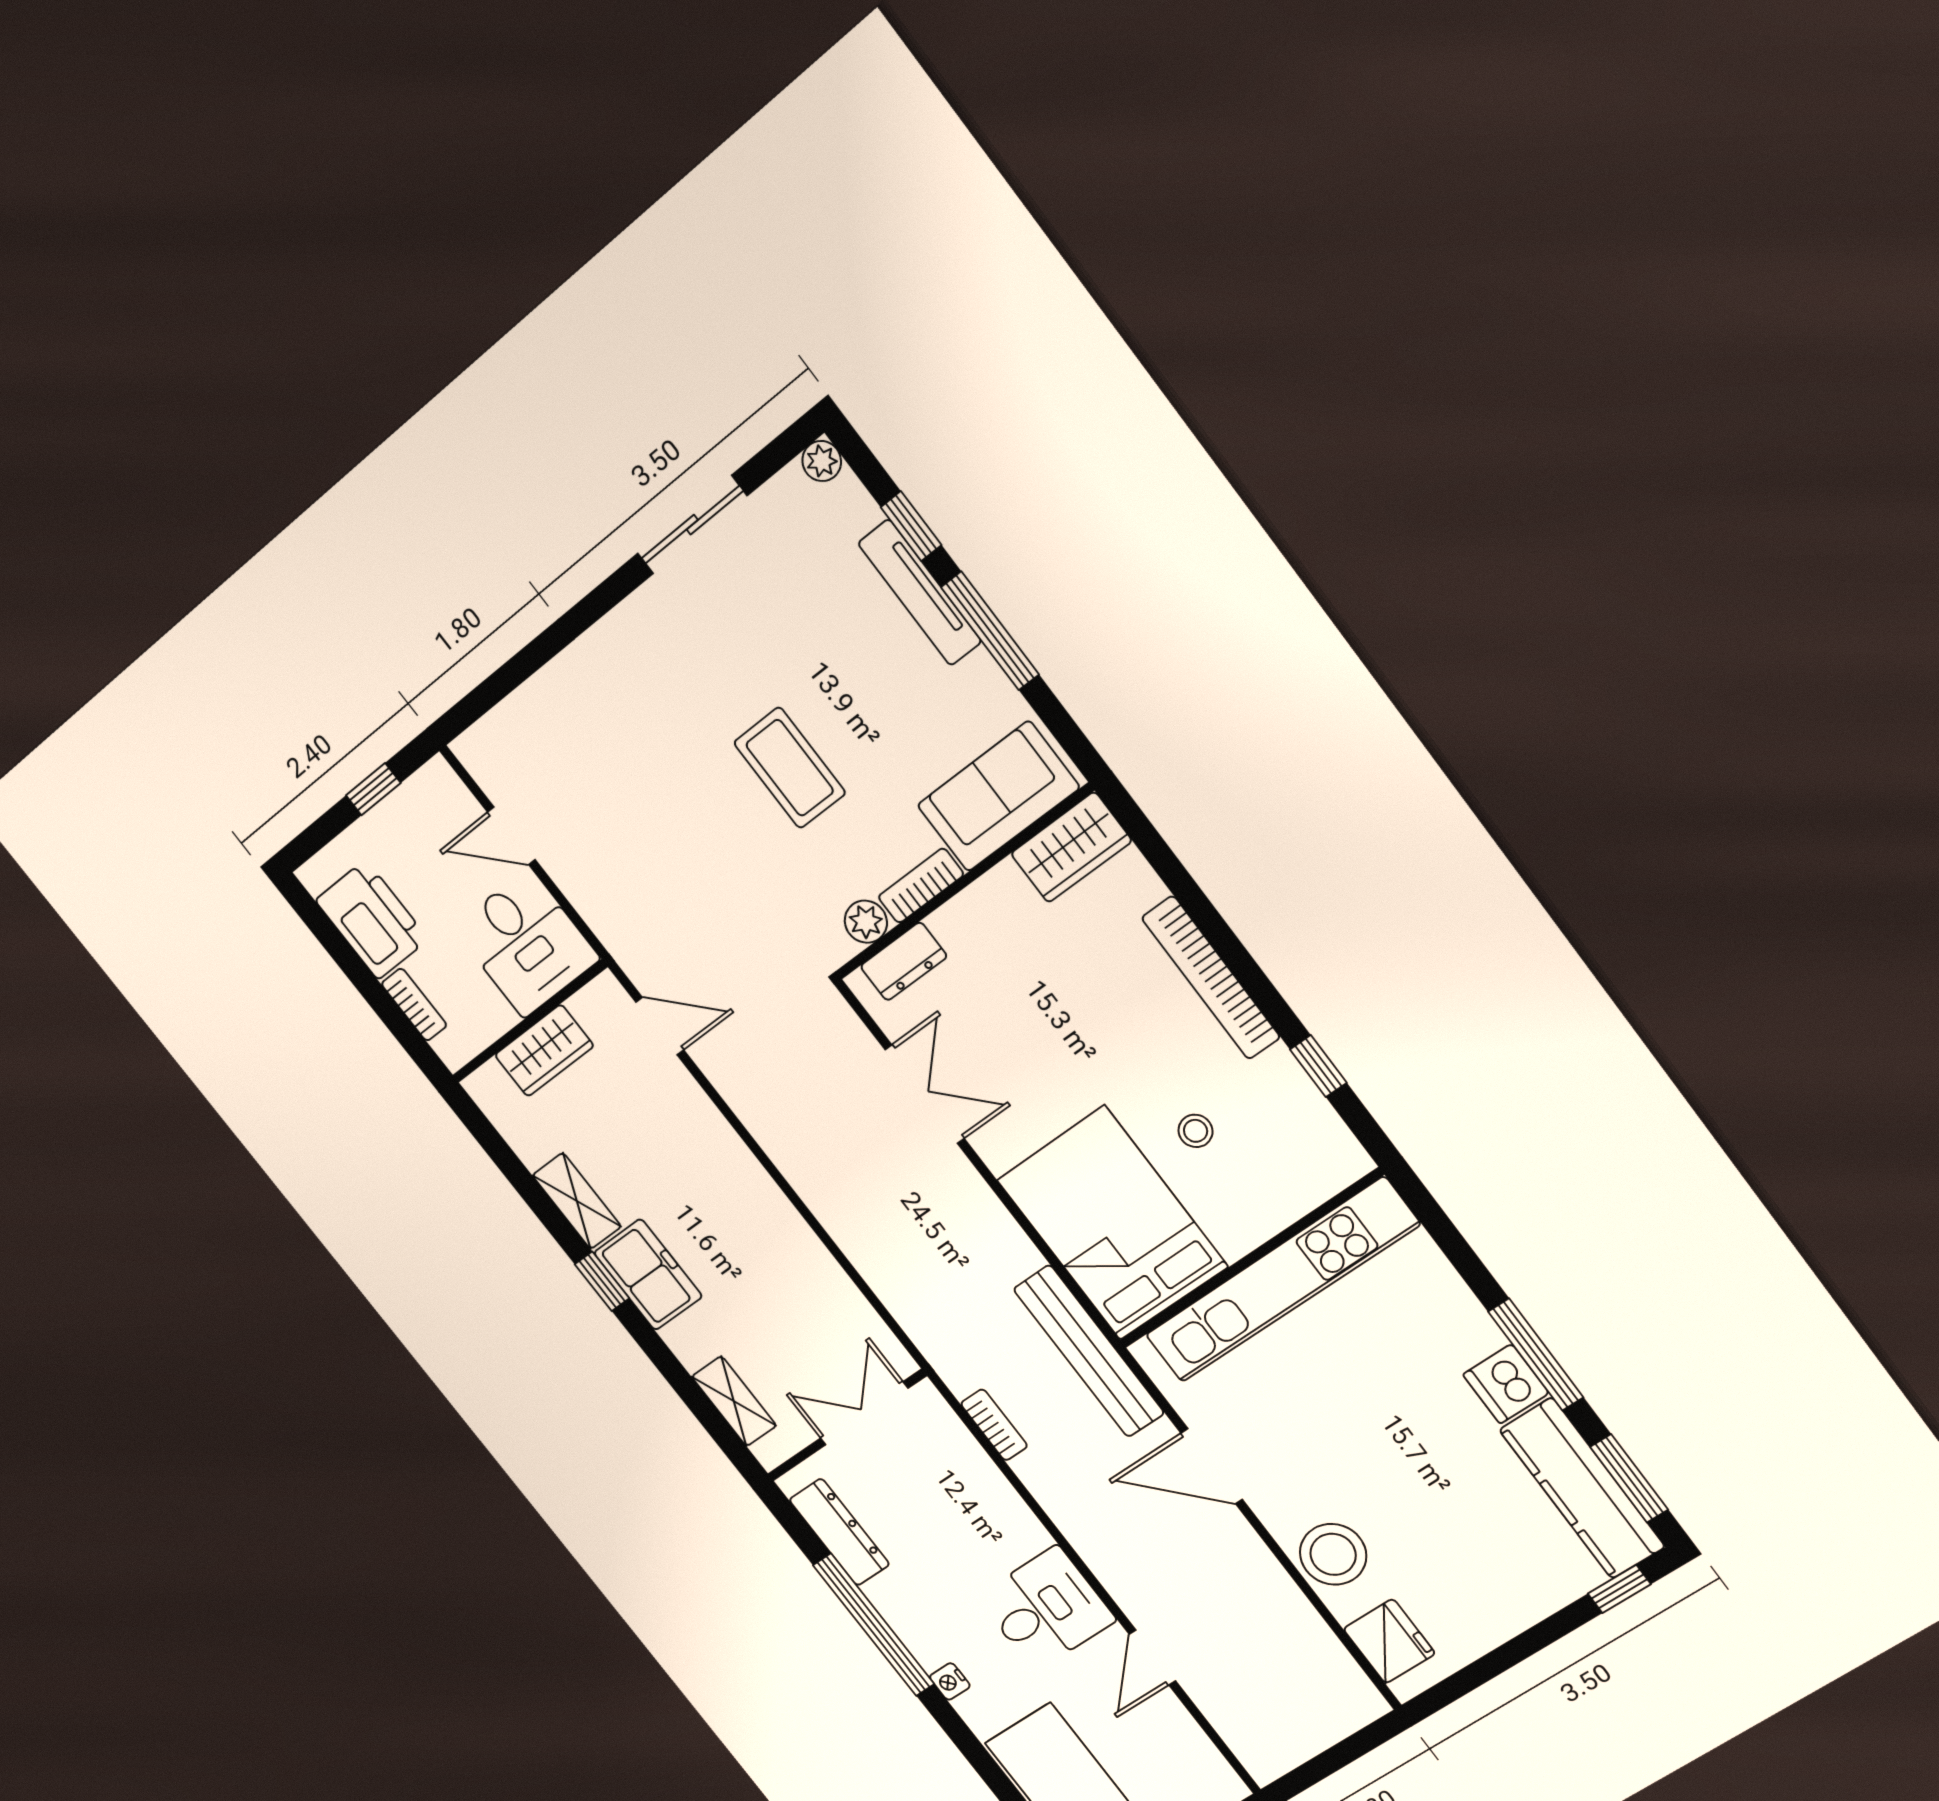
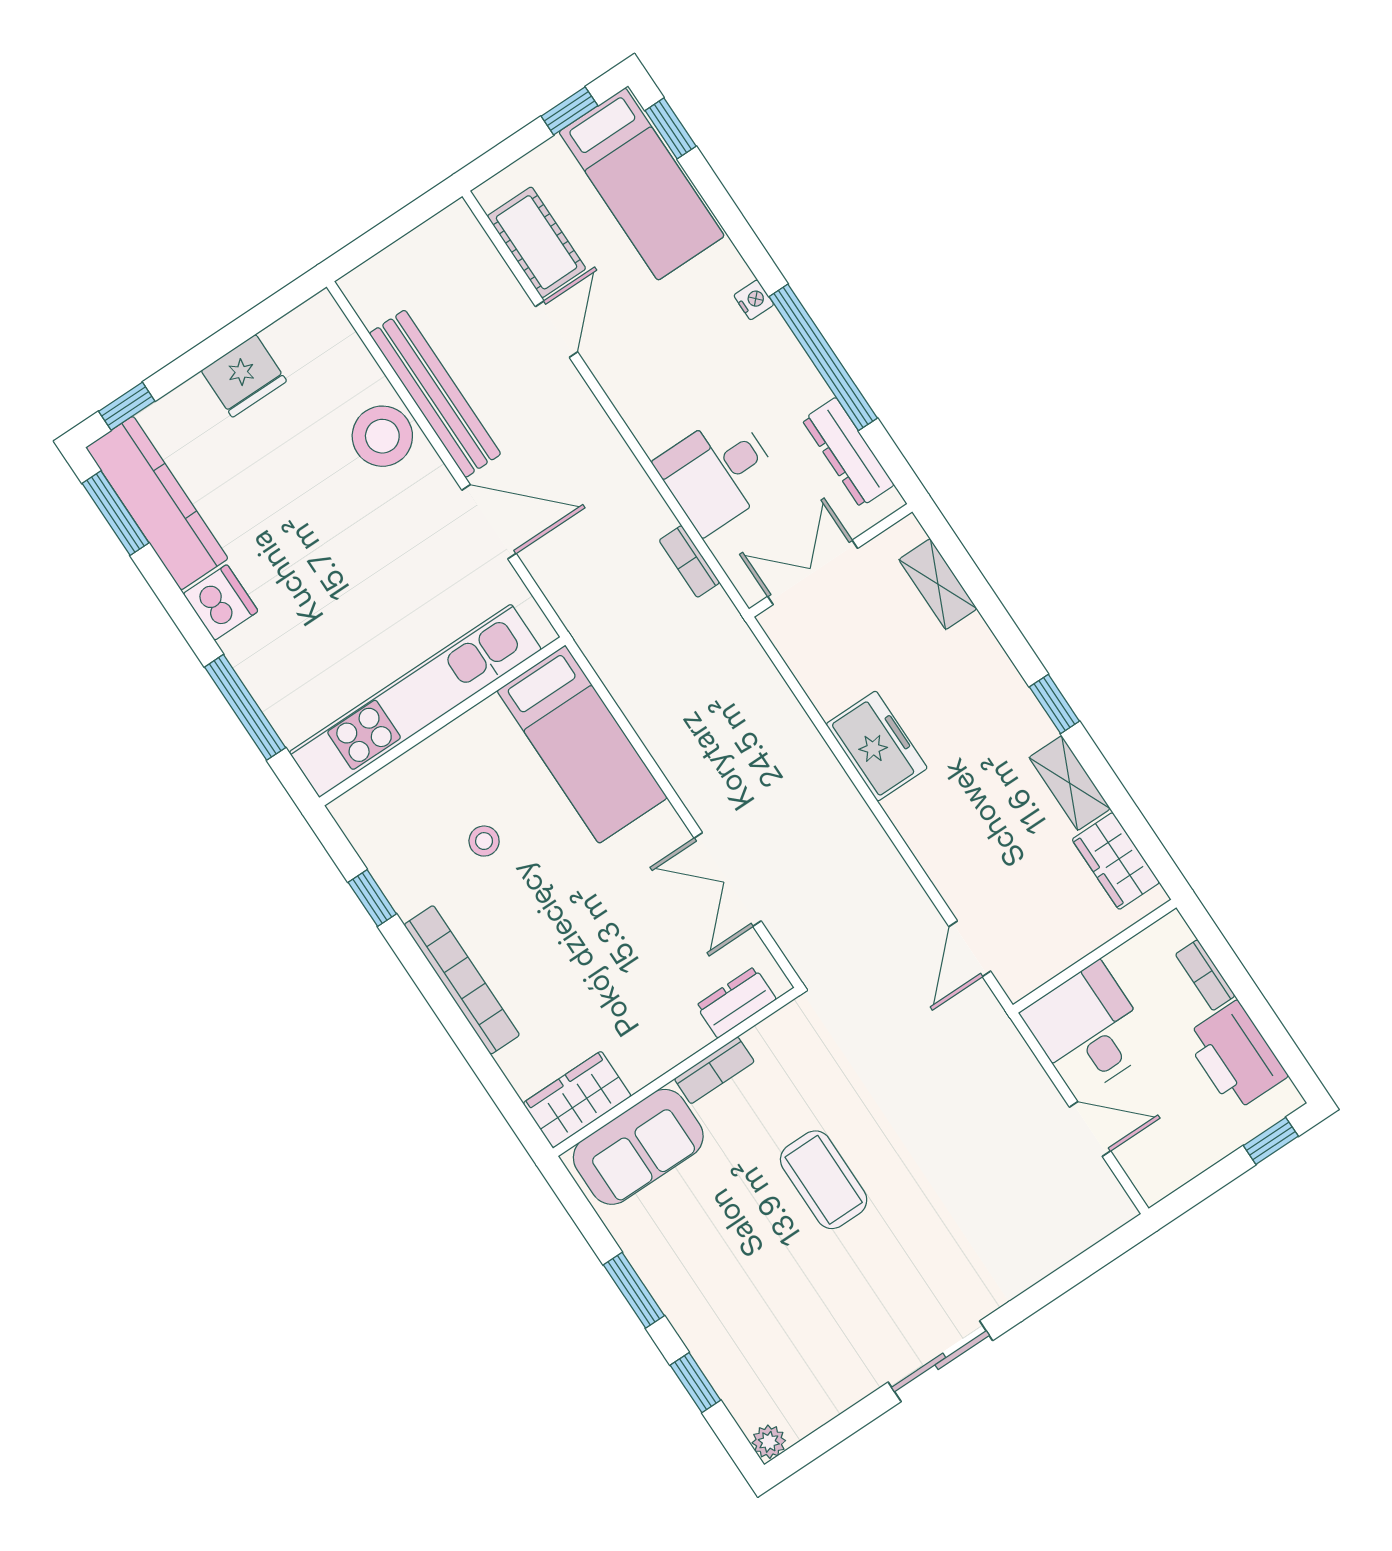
sliding door: (692, 525) -> (940, 1361), moved
tv unit: (920, 592) -> (693, 1326), removed
window: (990, 631) -> (634, 1290), width x0.69
window: (373, 789) -> (1271, 1141), moved
plant: (866, 922) -> (767, 1040), removed
door: (660, 1026) -> (970, 949), hinge flipped
wardrobe: (544, 1051) -> (1116, 861), moved, turned -90
bed: (1112, 1223) -> (582, 744), width x0.67
freezer: (648, 1275) -> (877, 746), moved, turned 180
bench: (1089, 1351) -> (435, 394), moved
window: (1536, 1355) -> (245, 707), moved
double door: (864, 1413) -> (813, 572), swing flipped
desk: (1046, 1609) -> (718, 473), moved
fridge: (1389, 1641) -> (244, 376), moved, turned -90
cot: (1180, 1742) -> (537, 242), added

